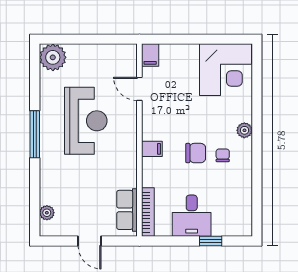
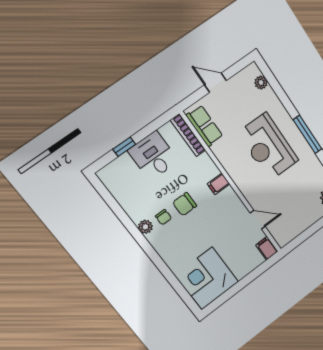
reception desk: (86, 121) -> (268, 147), moved
plant: (244, 130) -> (145, 227), moved

